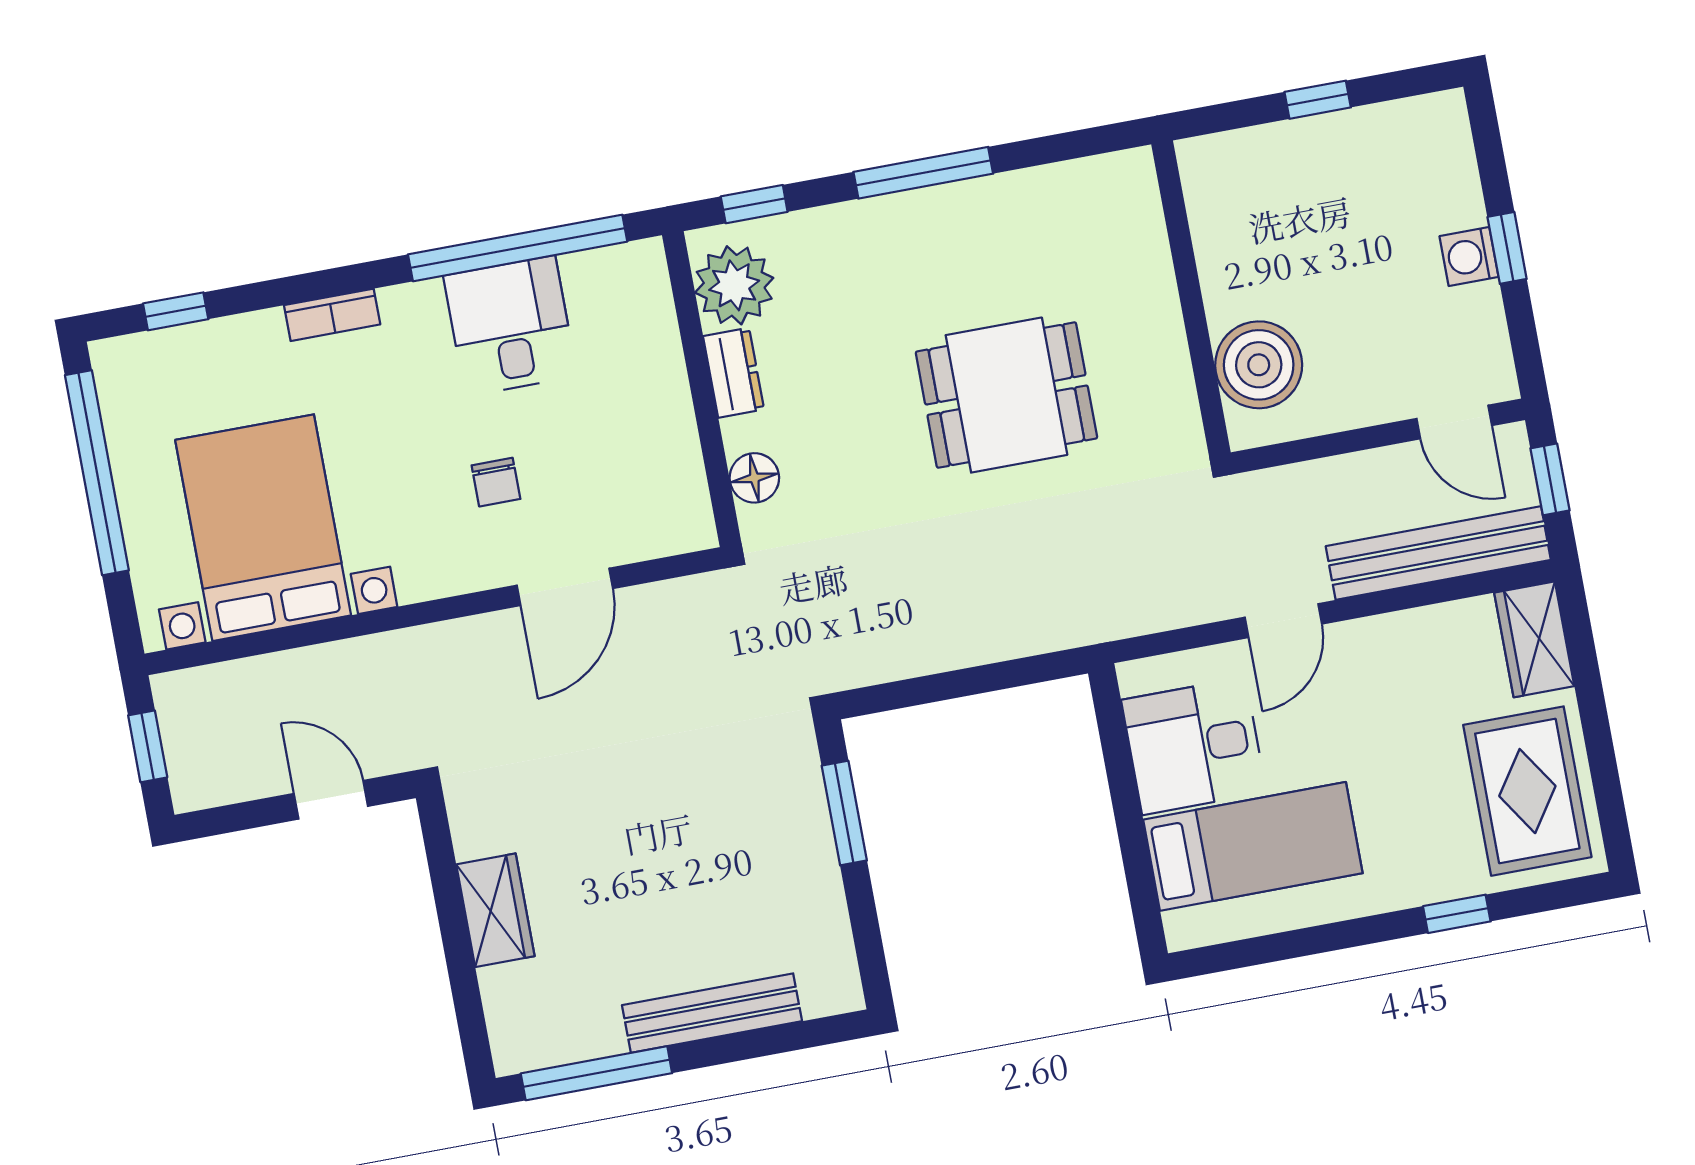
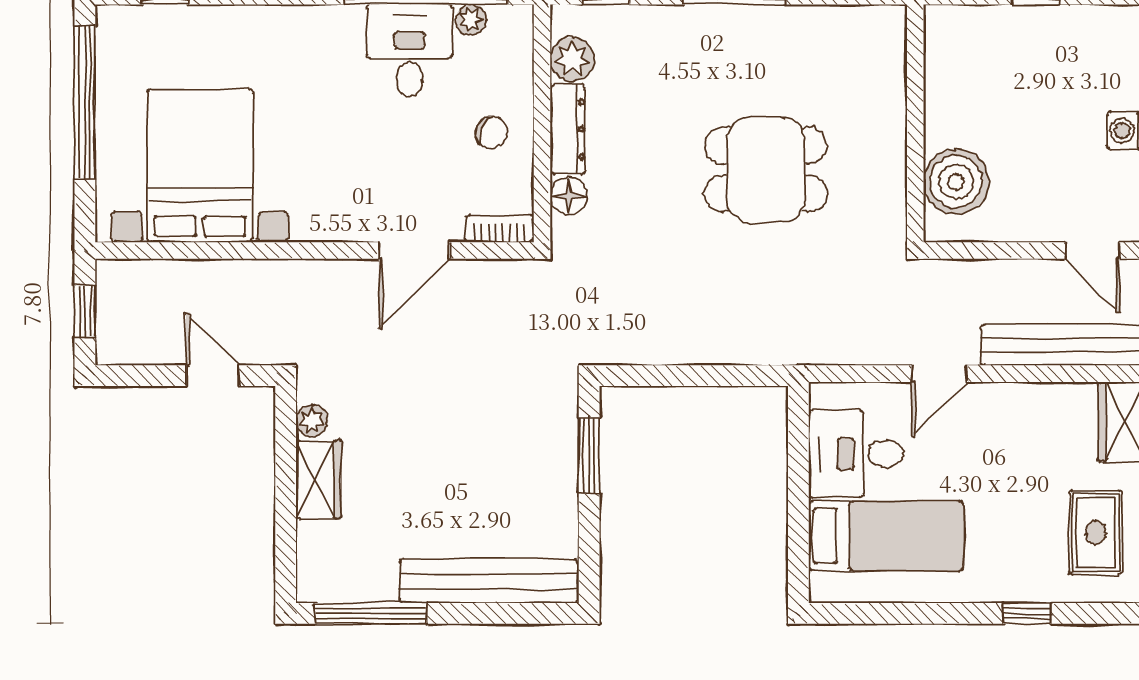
plant: (583, 270) -> (471, 20), added
plant: (734, 285) -> (572, 59), width x0.73, depth x0.73
bookcase: (332, 315) -> (500, 229), moved, turned 180
dresser: (734, 373) -> (568, 129), width x1.44
chair: (496, 482) -> (491, 132), moved, turned -66
rug: (1527, 791) -> (1096, 533), width x0.73, depth x0.70
plant: (472, 835) -> (312, 421), added
bench: (712, 1013) -> (488, 581), width x1.37, depth x1.21

